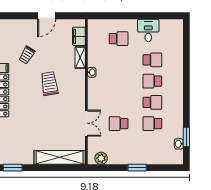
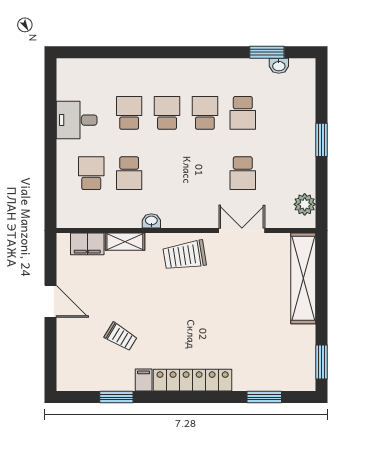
school desk: (119, 60) -> (129, 173), added
school desk: (152, 81) -> (167, 113), turned 180
trolley: (49, 84) -> (185, 255), moved

